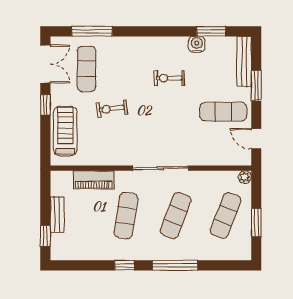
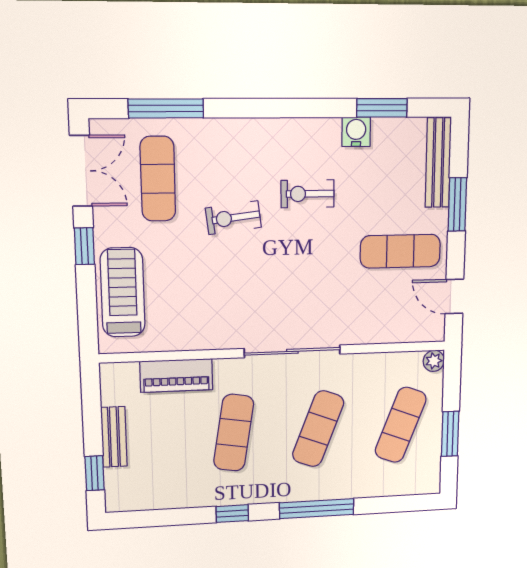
exercise bike: (112, 109) -> (233, 218), moved

